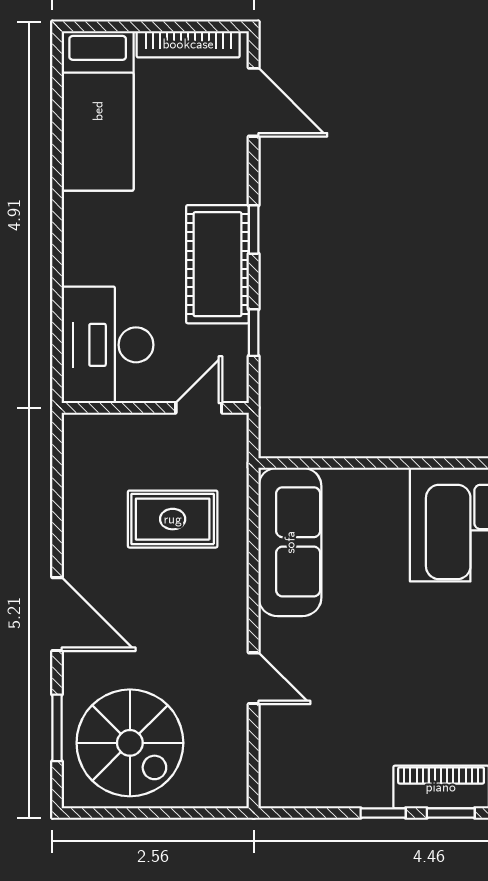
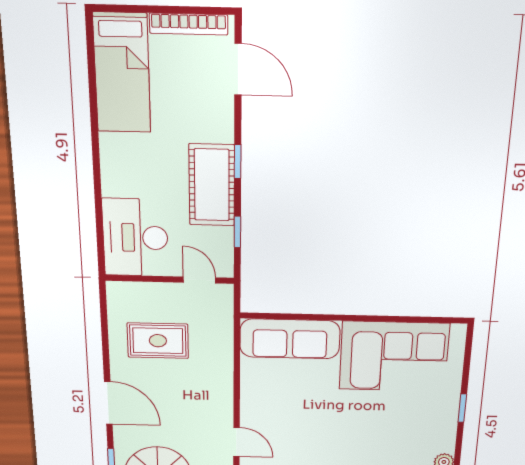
door: (199, 408) -> (199, 280), hinge flipped
rug: (173, 519) -> (158, 341), moved
sofa: (290, 542) -> (290, 339), moved, turned 90

